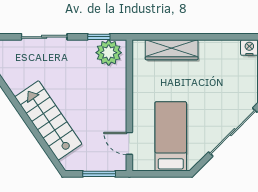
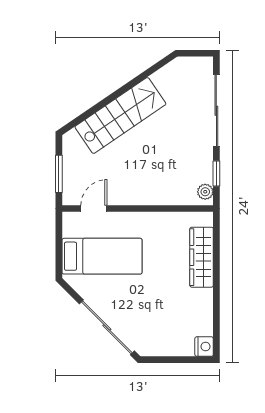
sliding door: (44, 37) -> (216, 111), width x1.37
plant: (109, 53) -> (205, 192), width x0.53, depth x0.53

